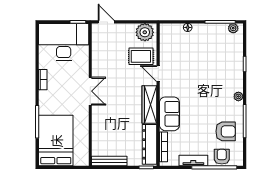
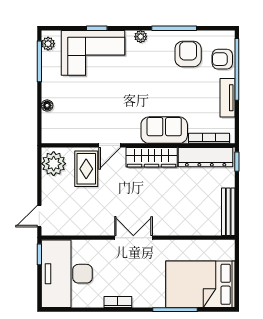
corner sofa: (226, 61) -> (93, 53), added

